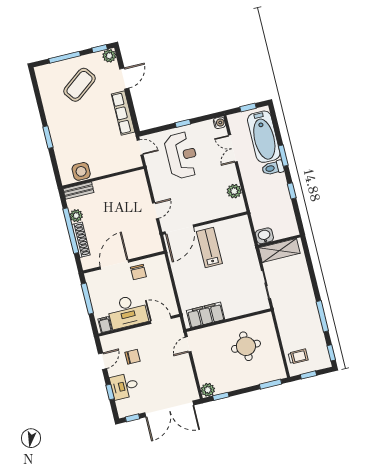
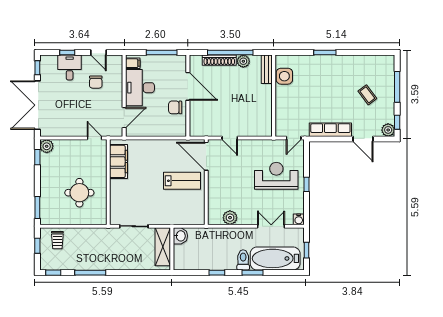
coffee table: (80, 85) -> (367, 95), width x0.54, depth x0.58
reception desk: (182, 155) -> (276, 176), turned 180

